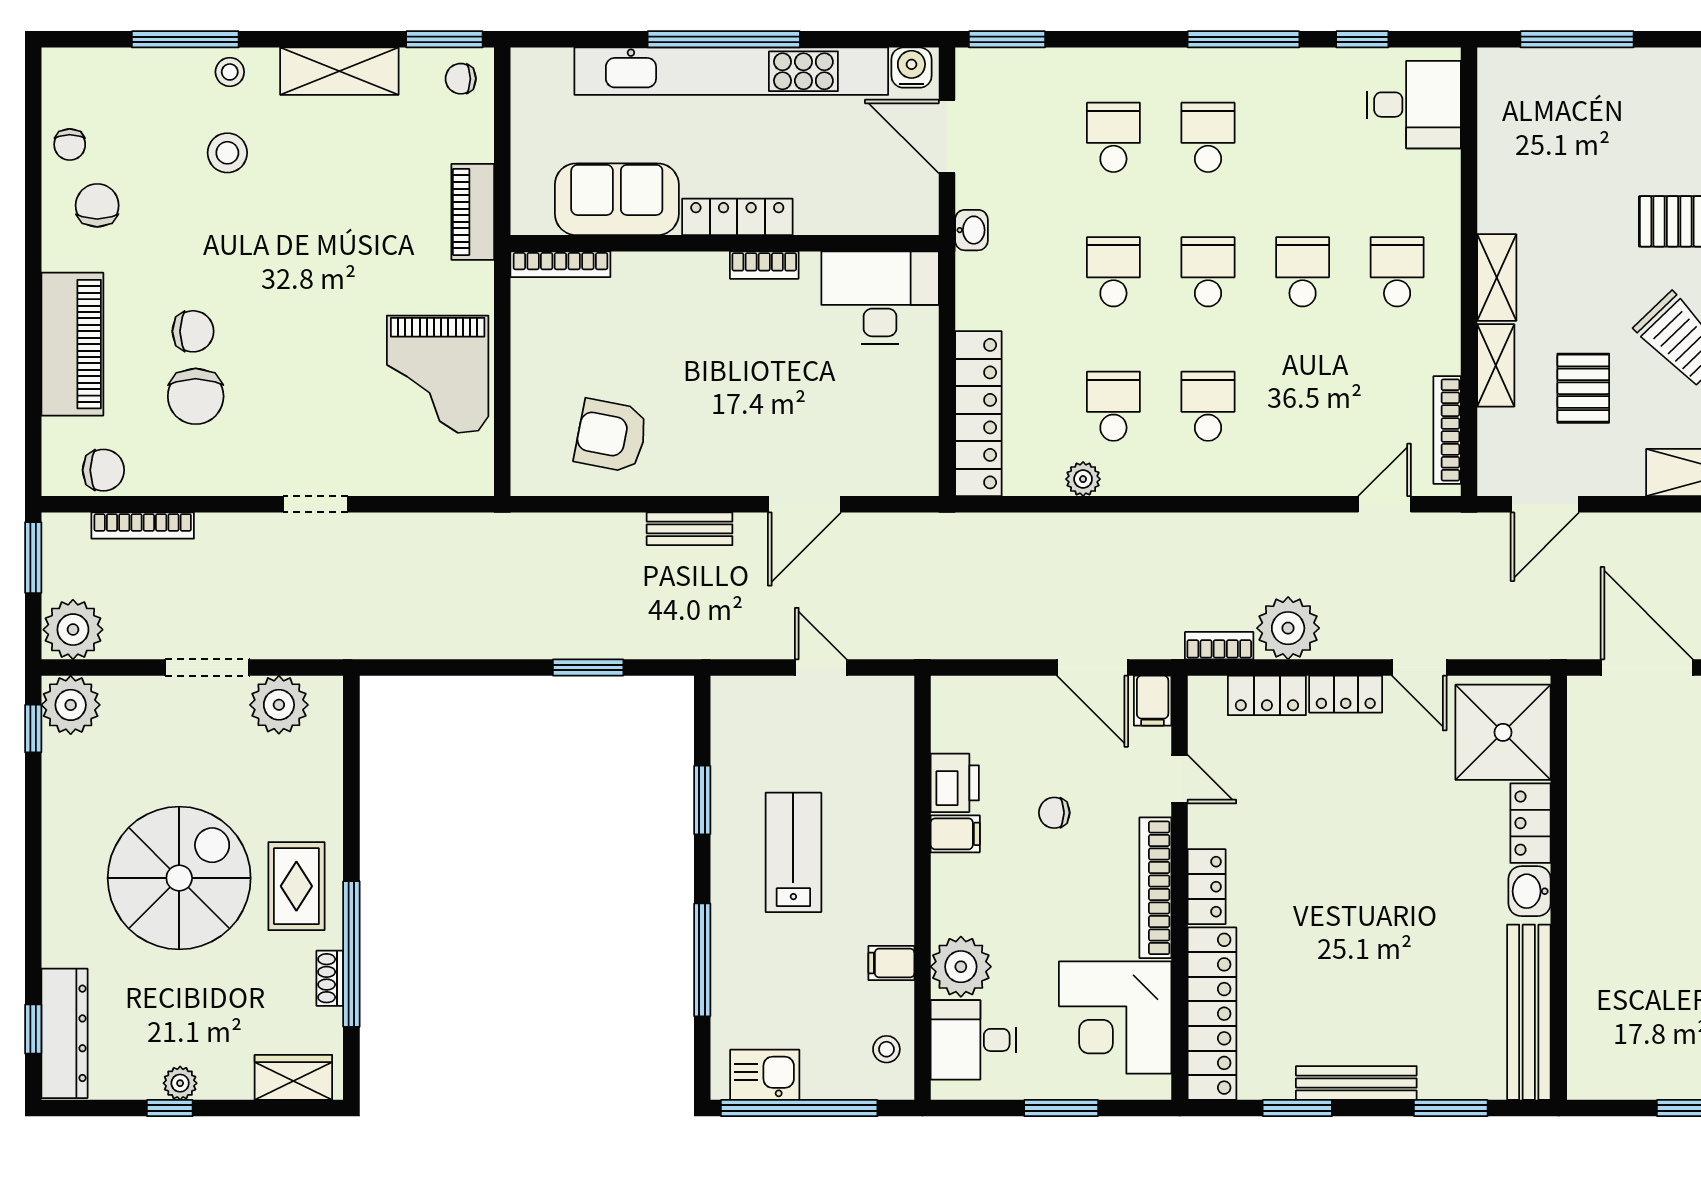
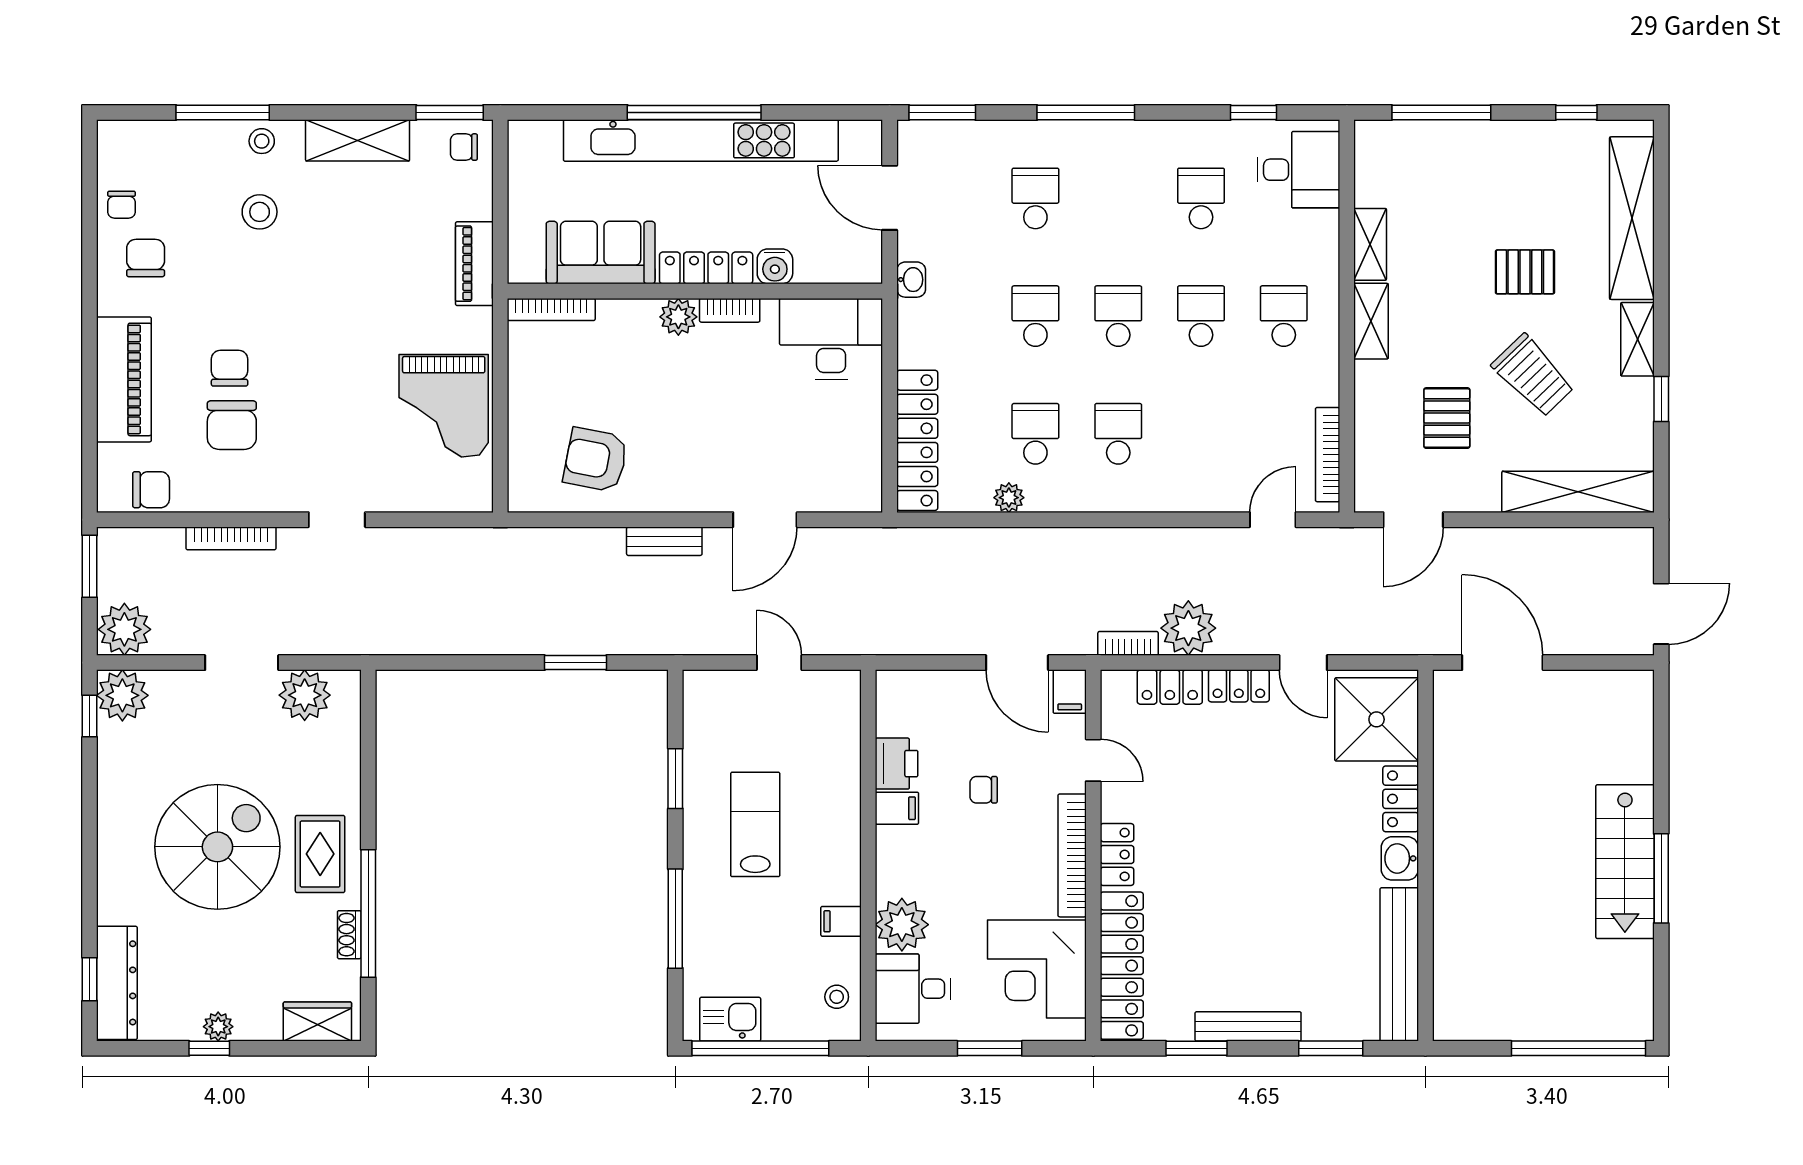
window: (1244, 39) -> (1086, 113), moved
water cooler: (911, 68) -> (775, 266), moved, turned 180
school desk: (1208, 137) -> (1201, 198), moved
plant: (706, 273) -> (678, 317), added
chair: (193, 331) -> (230, 368), turned -90
shelving: (1496, 365) -> (1370, 244), moved
bookcase: (143, 526) -> (231, 538), moved

